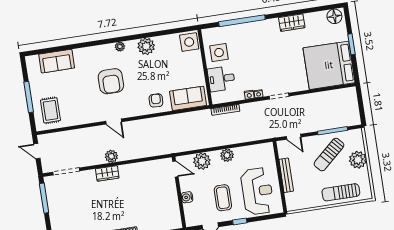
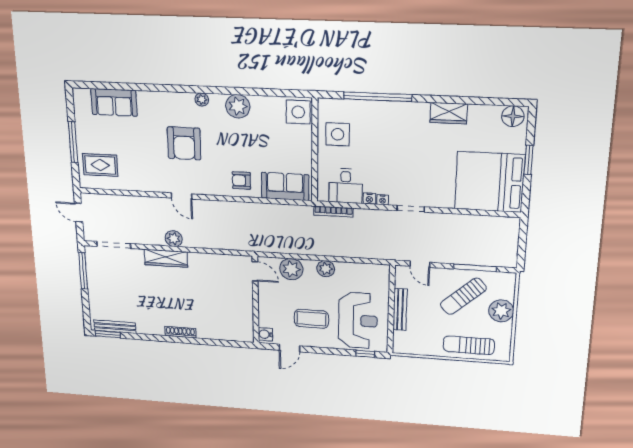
desk: (221, 79) -> (346, 186), moved, turned -90
armchair: (156, 100) -> (241, 181), turned -93
rug: (50, 110) -> (100, 165), turned 90
wardrobe: (107, 173) -> (166, 258), width x1.50
water cooler: (187, 197) -> (265, 334), moved
coffee table: (223, 198) -> (311, 319), turned 90
window: (240, 221) -> (365, 354), moved

